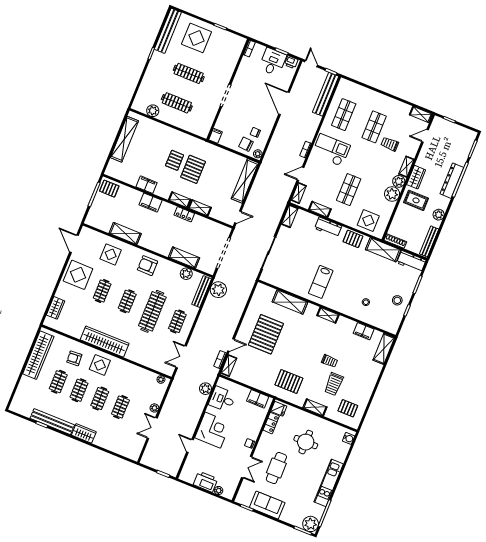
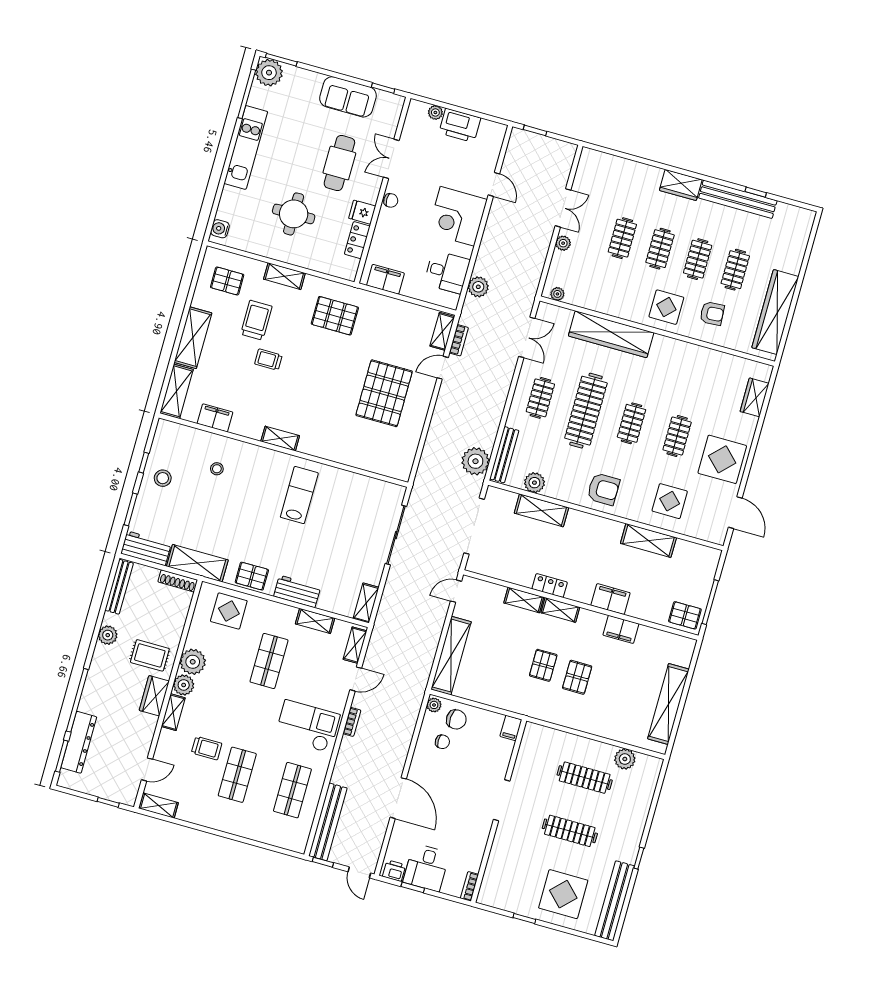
checkout: (331, 150) -> (307, 726), turned 180
pallet: (193, 169) -> (543, 665), width x0.67, depth x0.71
dresser: (452, 181) -> (79, 742), moved
shelving: (290, 302) -> (193, 338), moved, turned 90
wardrobe: (105, 342) -> (611, 334), moved
fridge: (279, 409) -> (362, 212), moved

